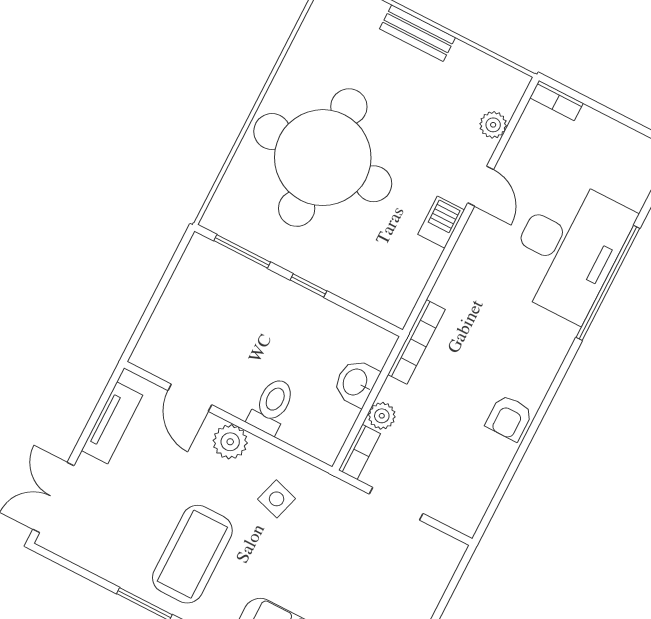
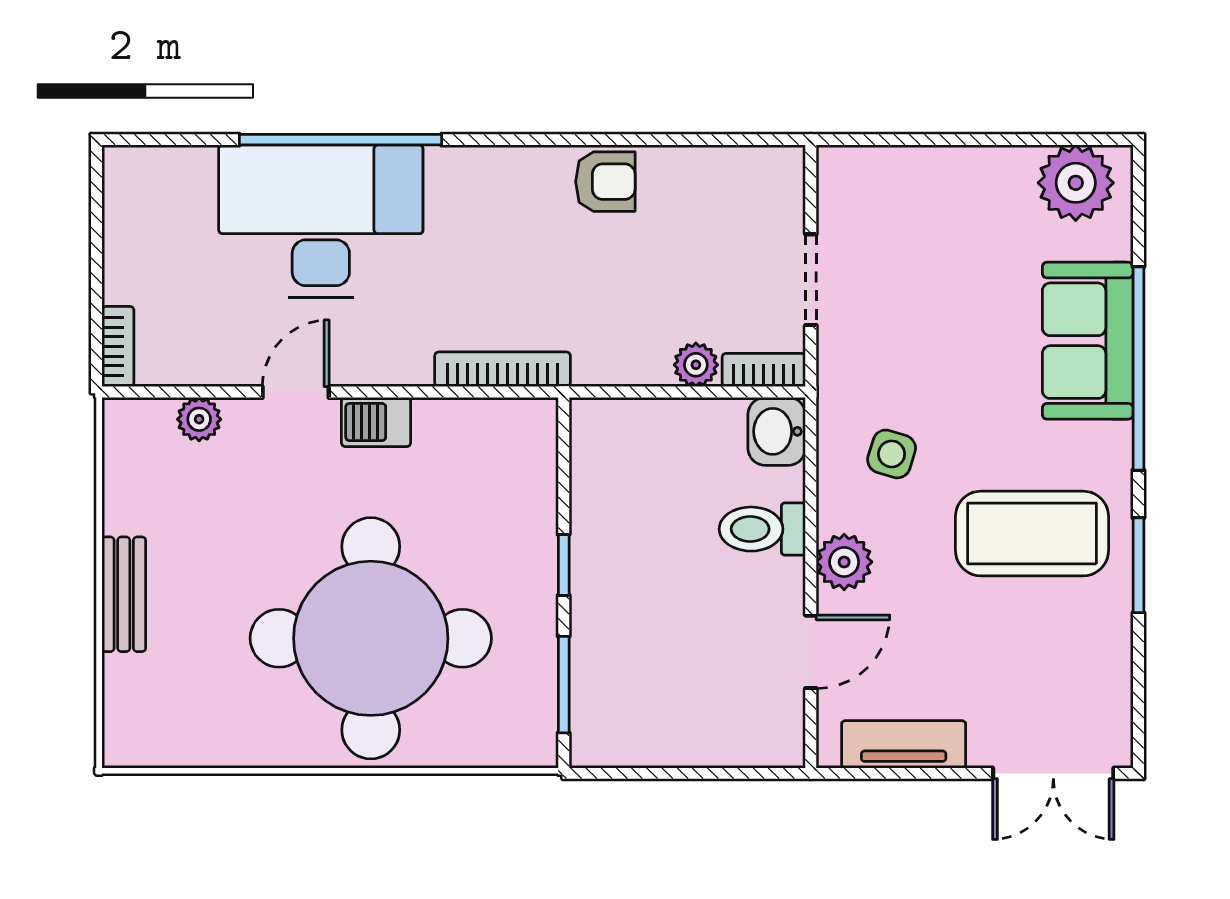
bookcase: (417, 342) -> (503, 369), moved
washbasin: (356, 382) -> (777, 431), moved, turned 90

